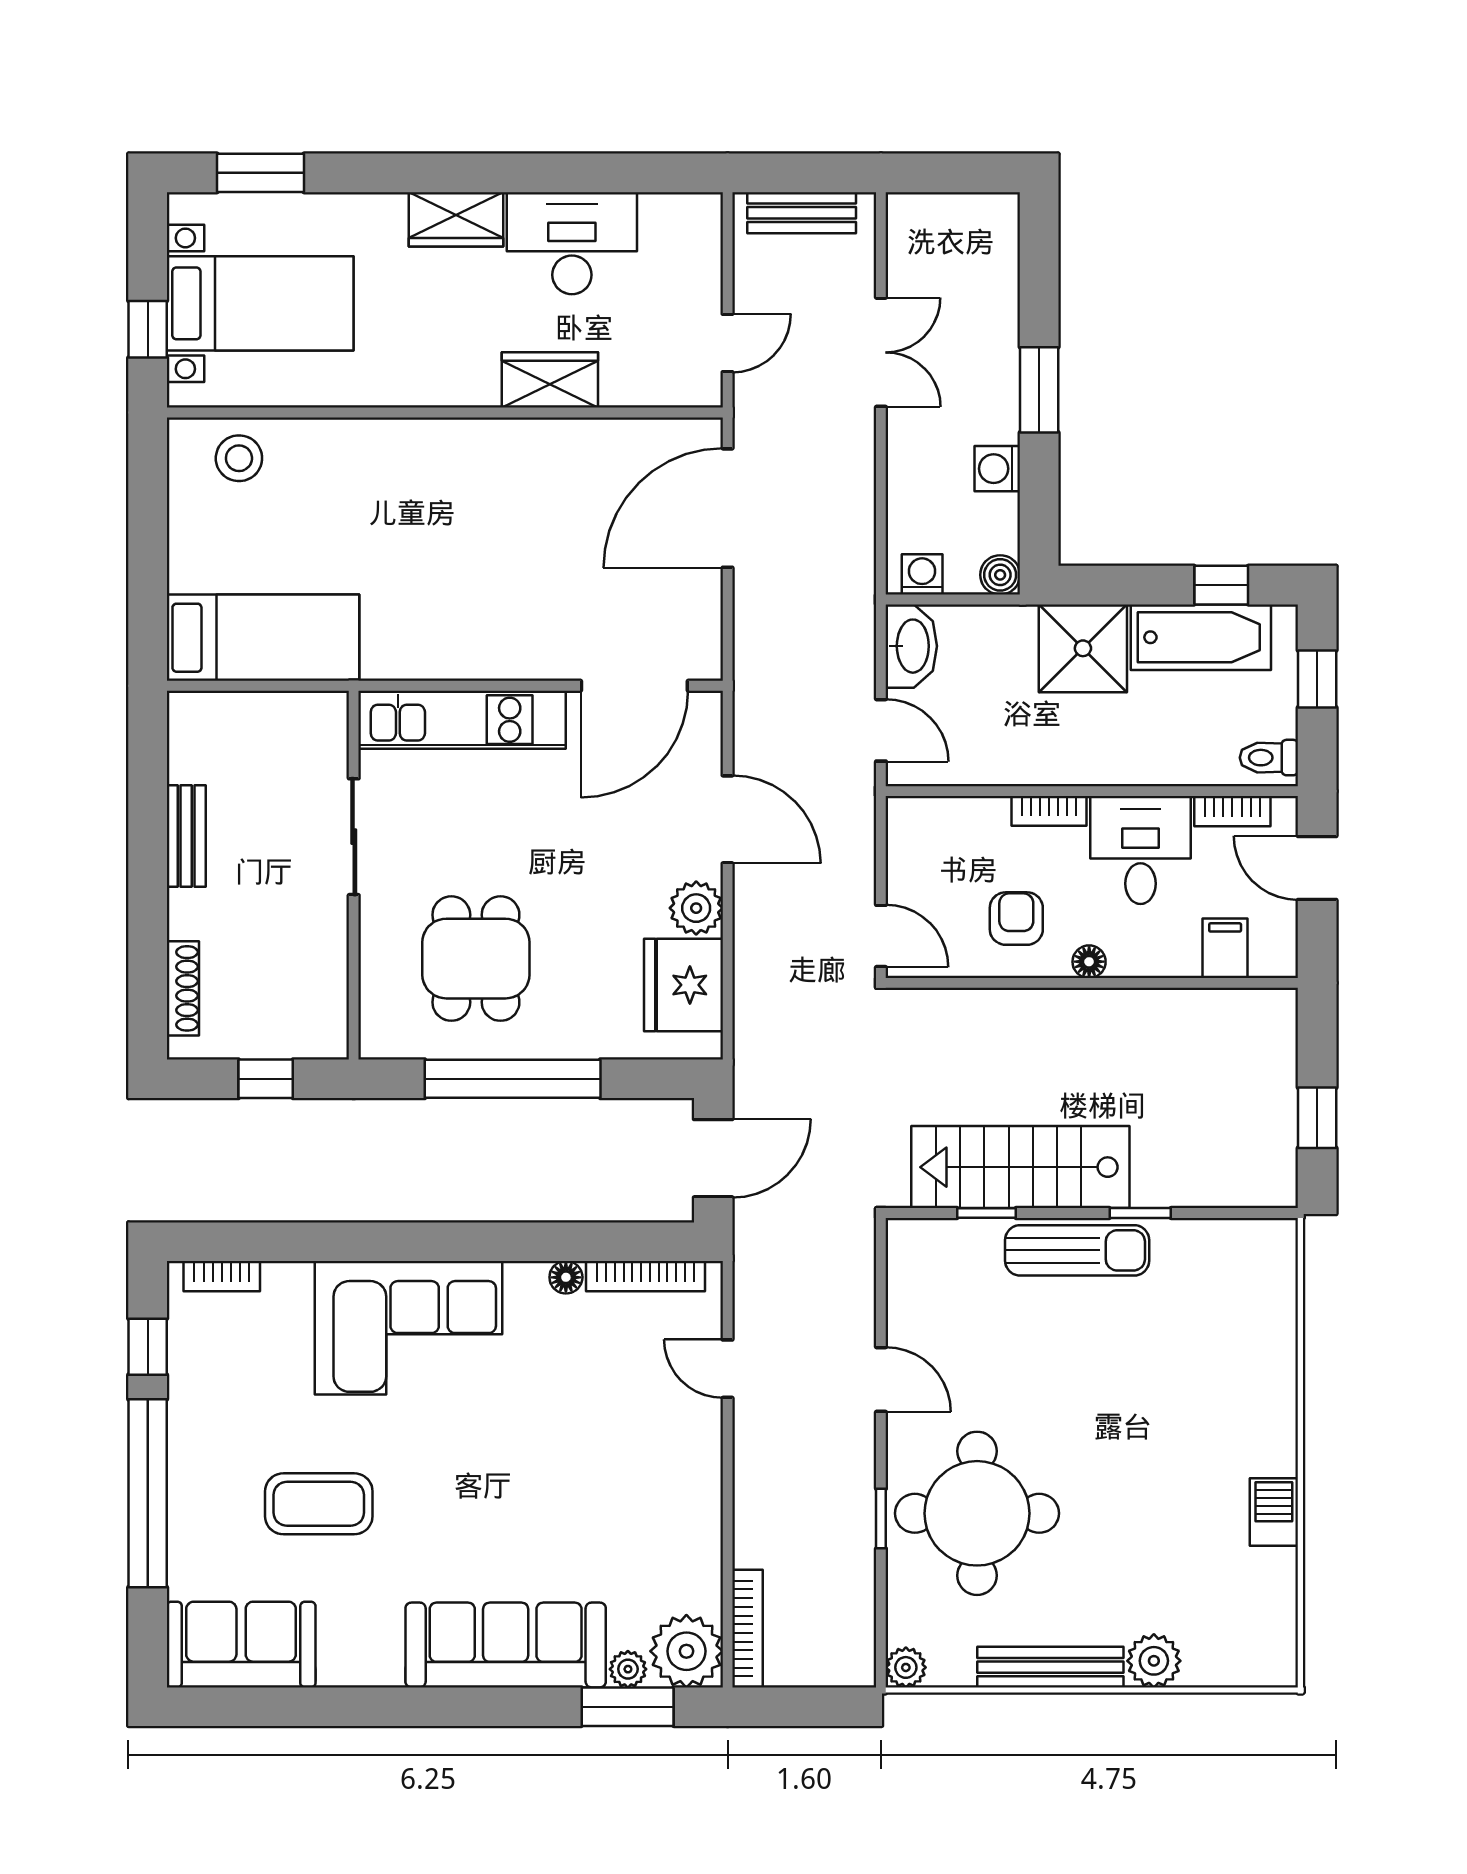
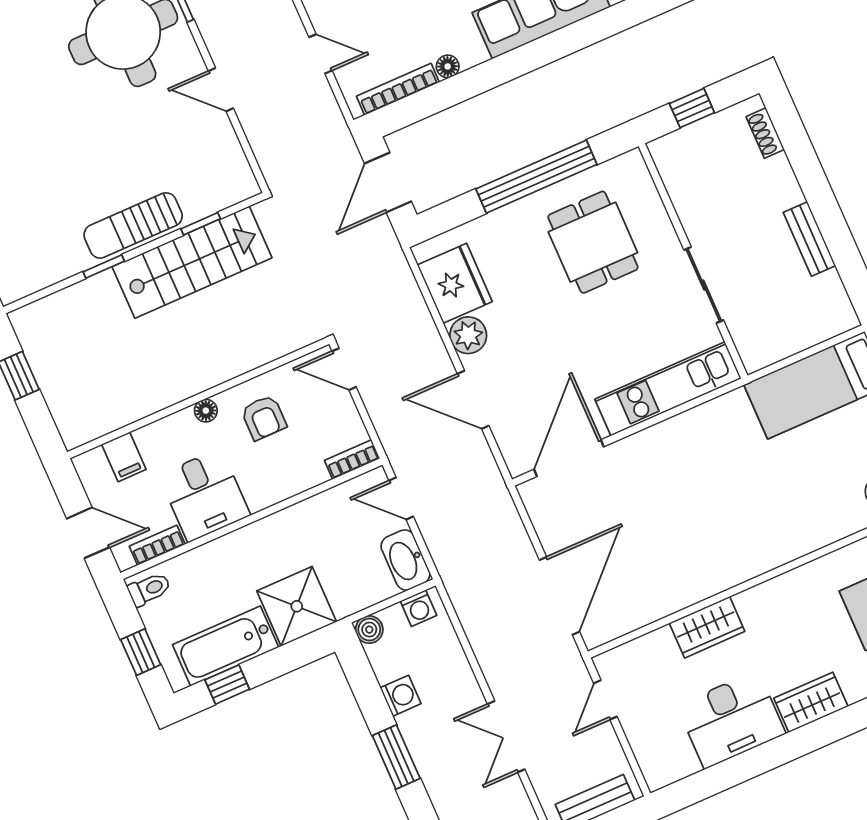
bookcase: (1049, 811) -> (352, 459), moved
shoe rack: (183, 988) -> (765, 133), width x0.70

